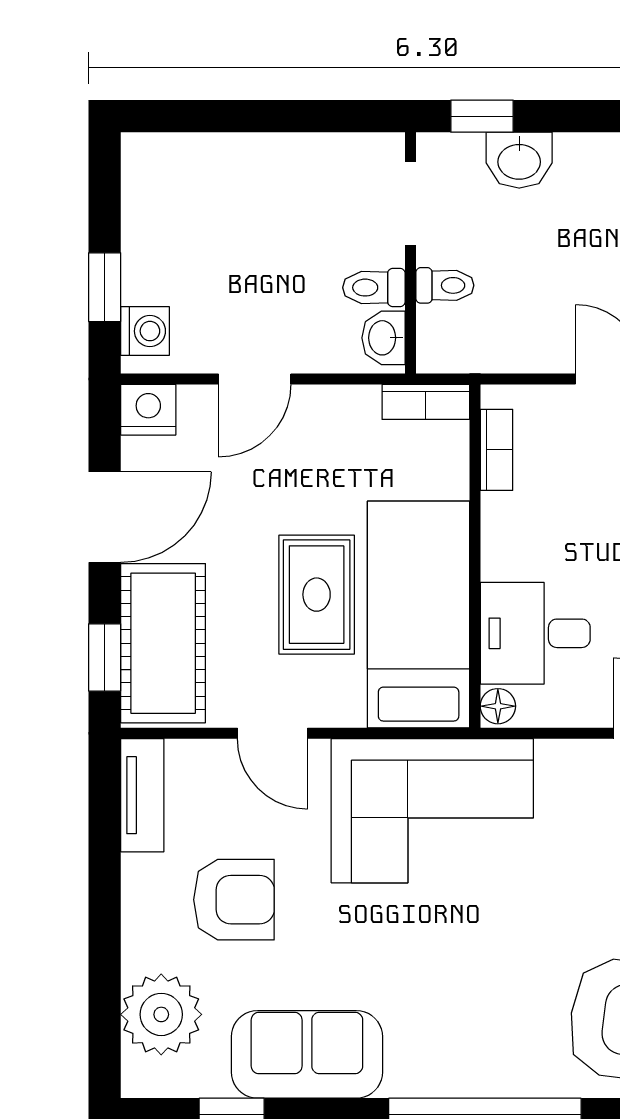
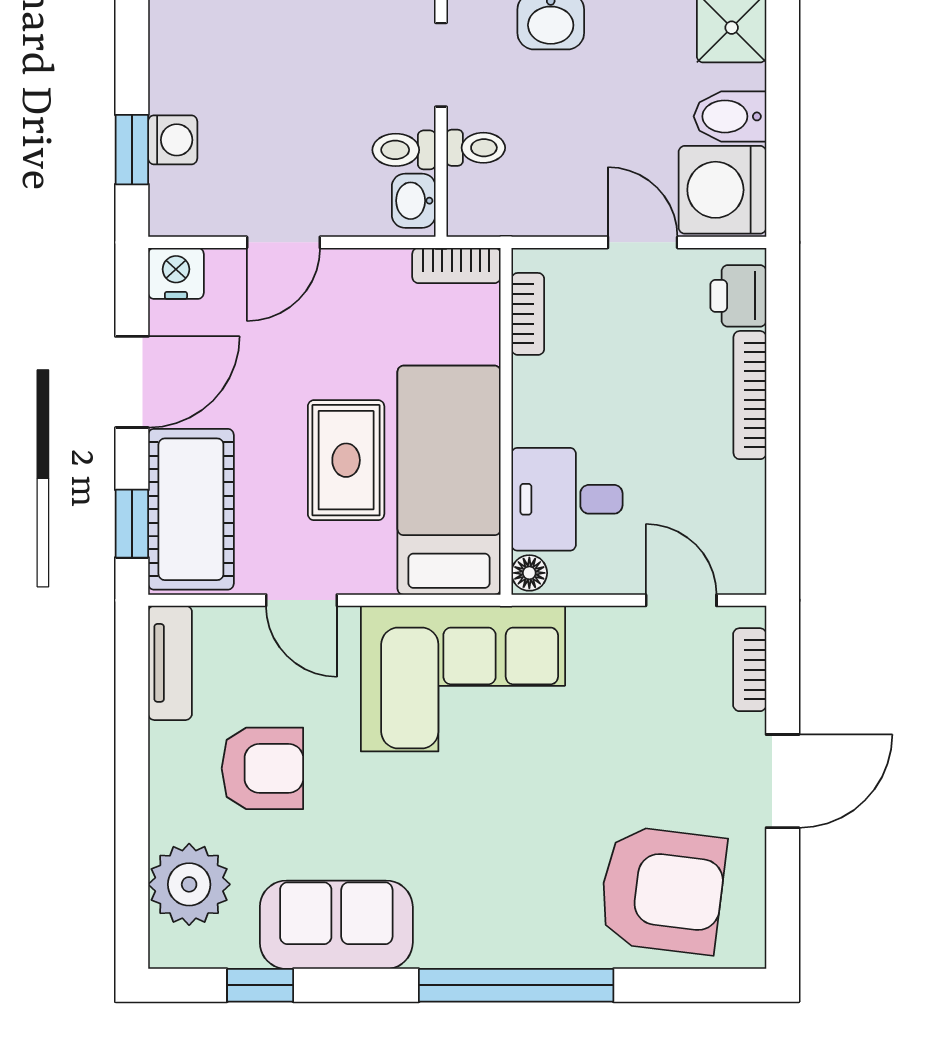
washing machine: (145, 331) -> (173, 140), moved

